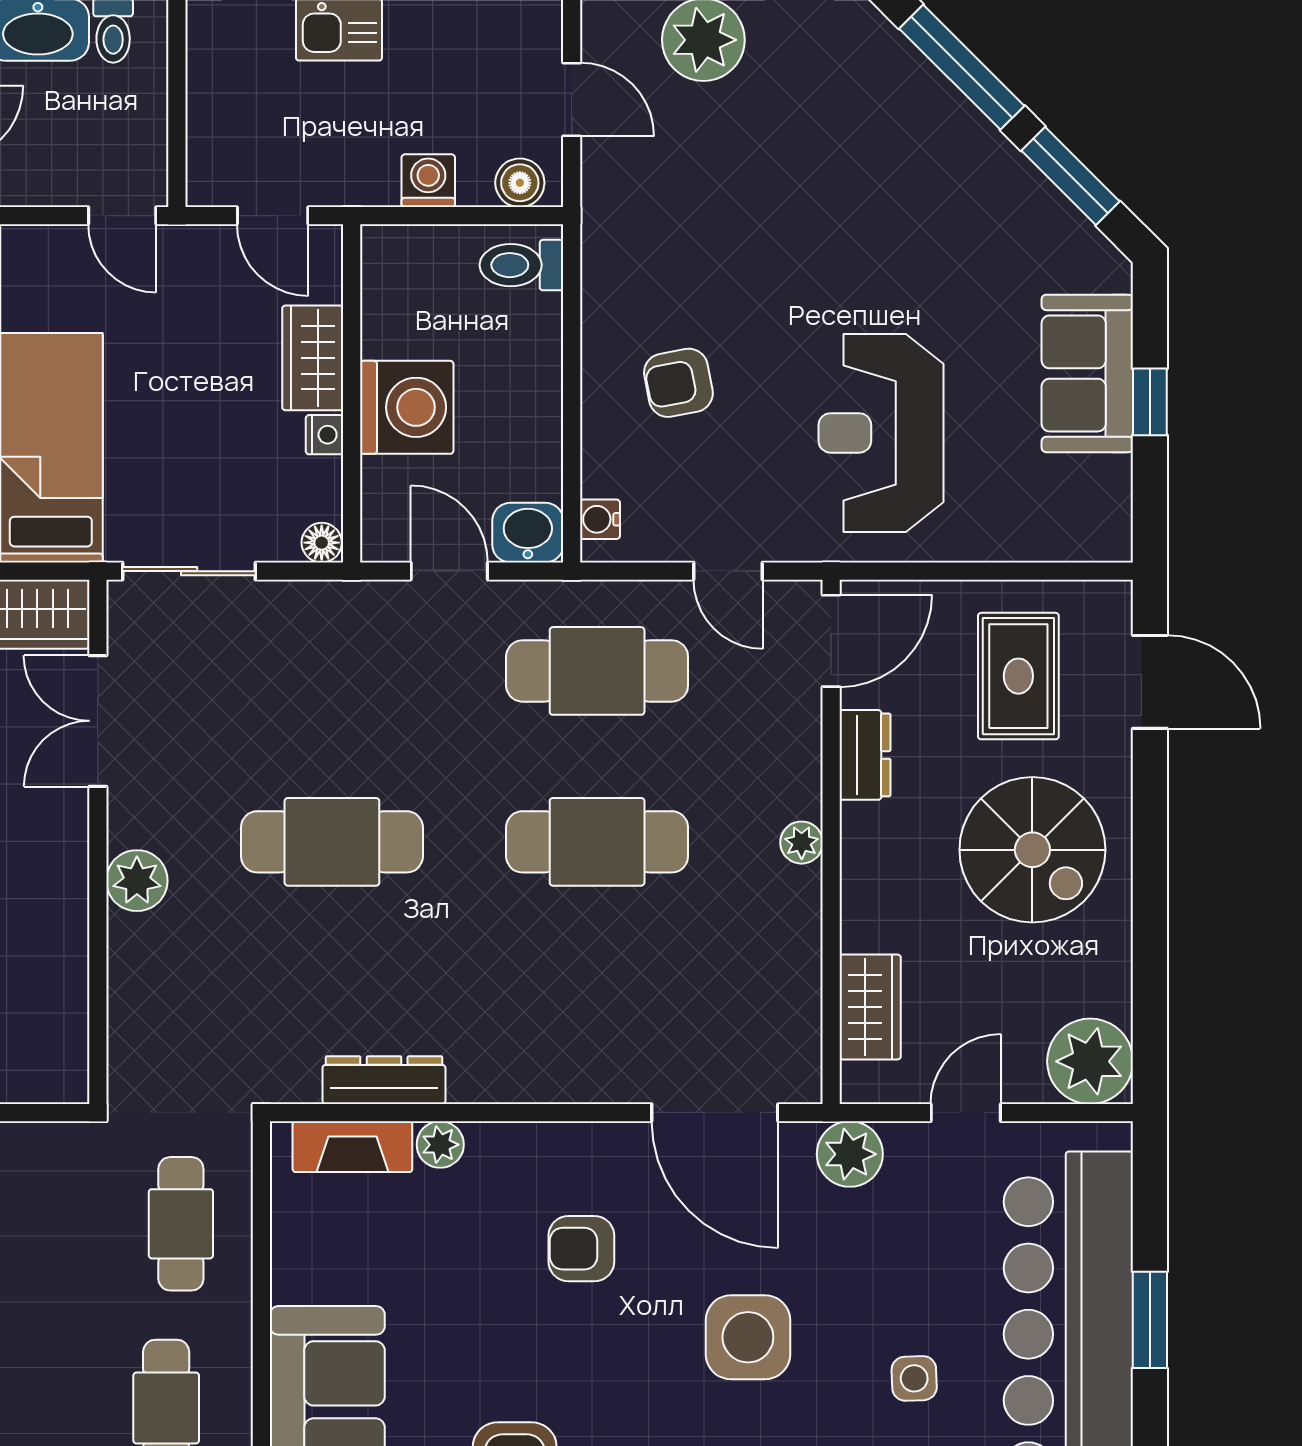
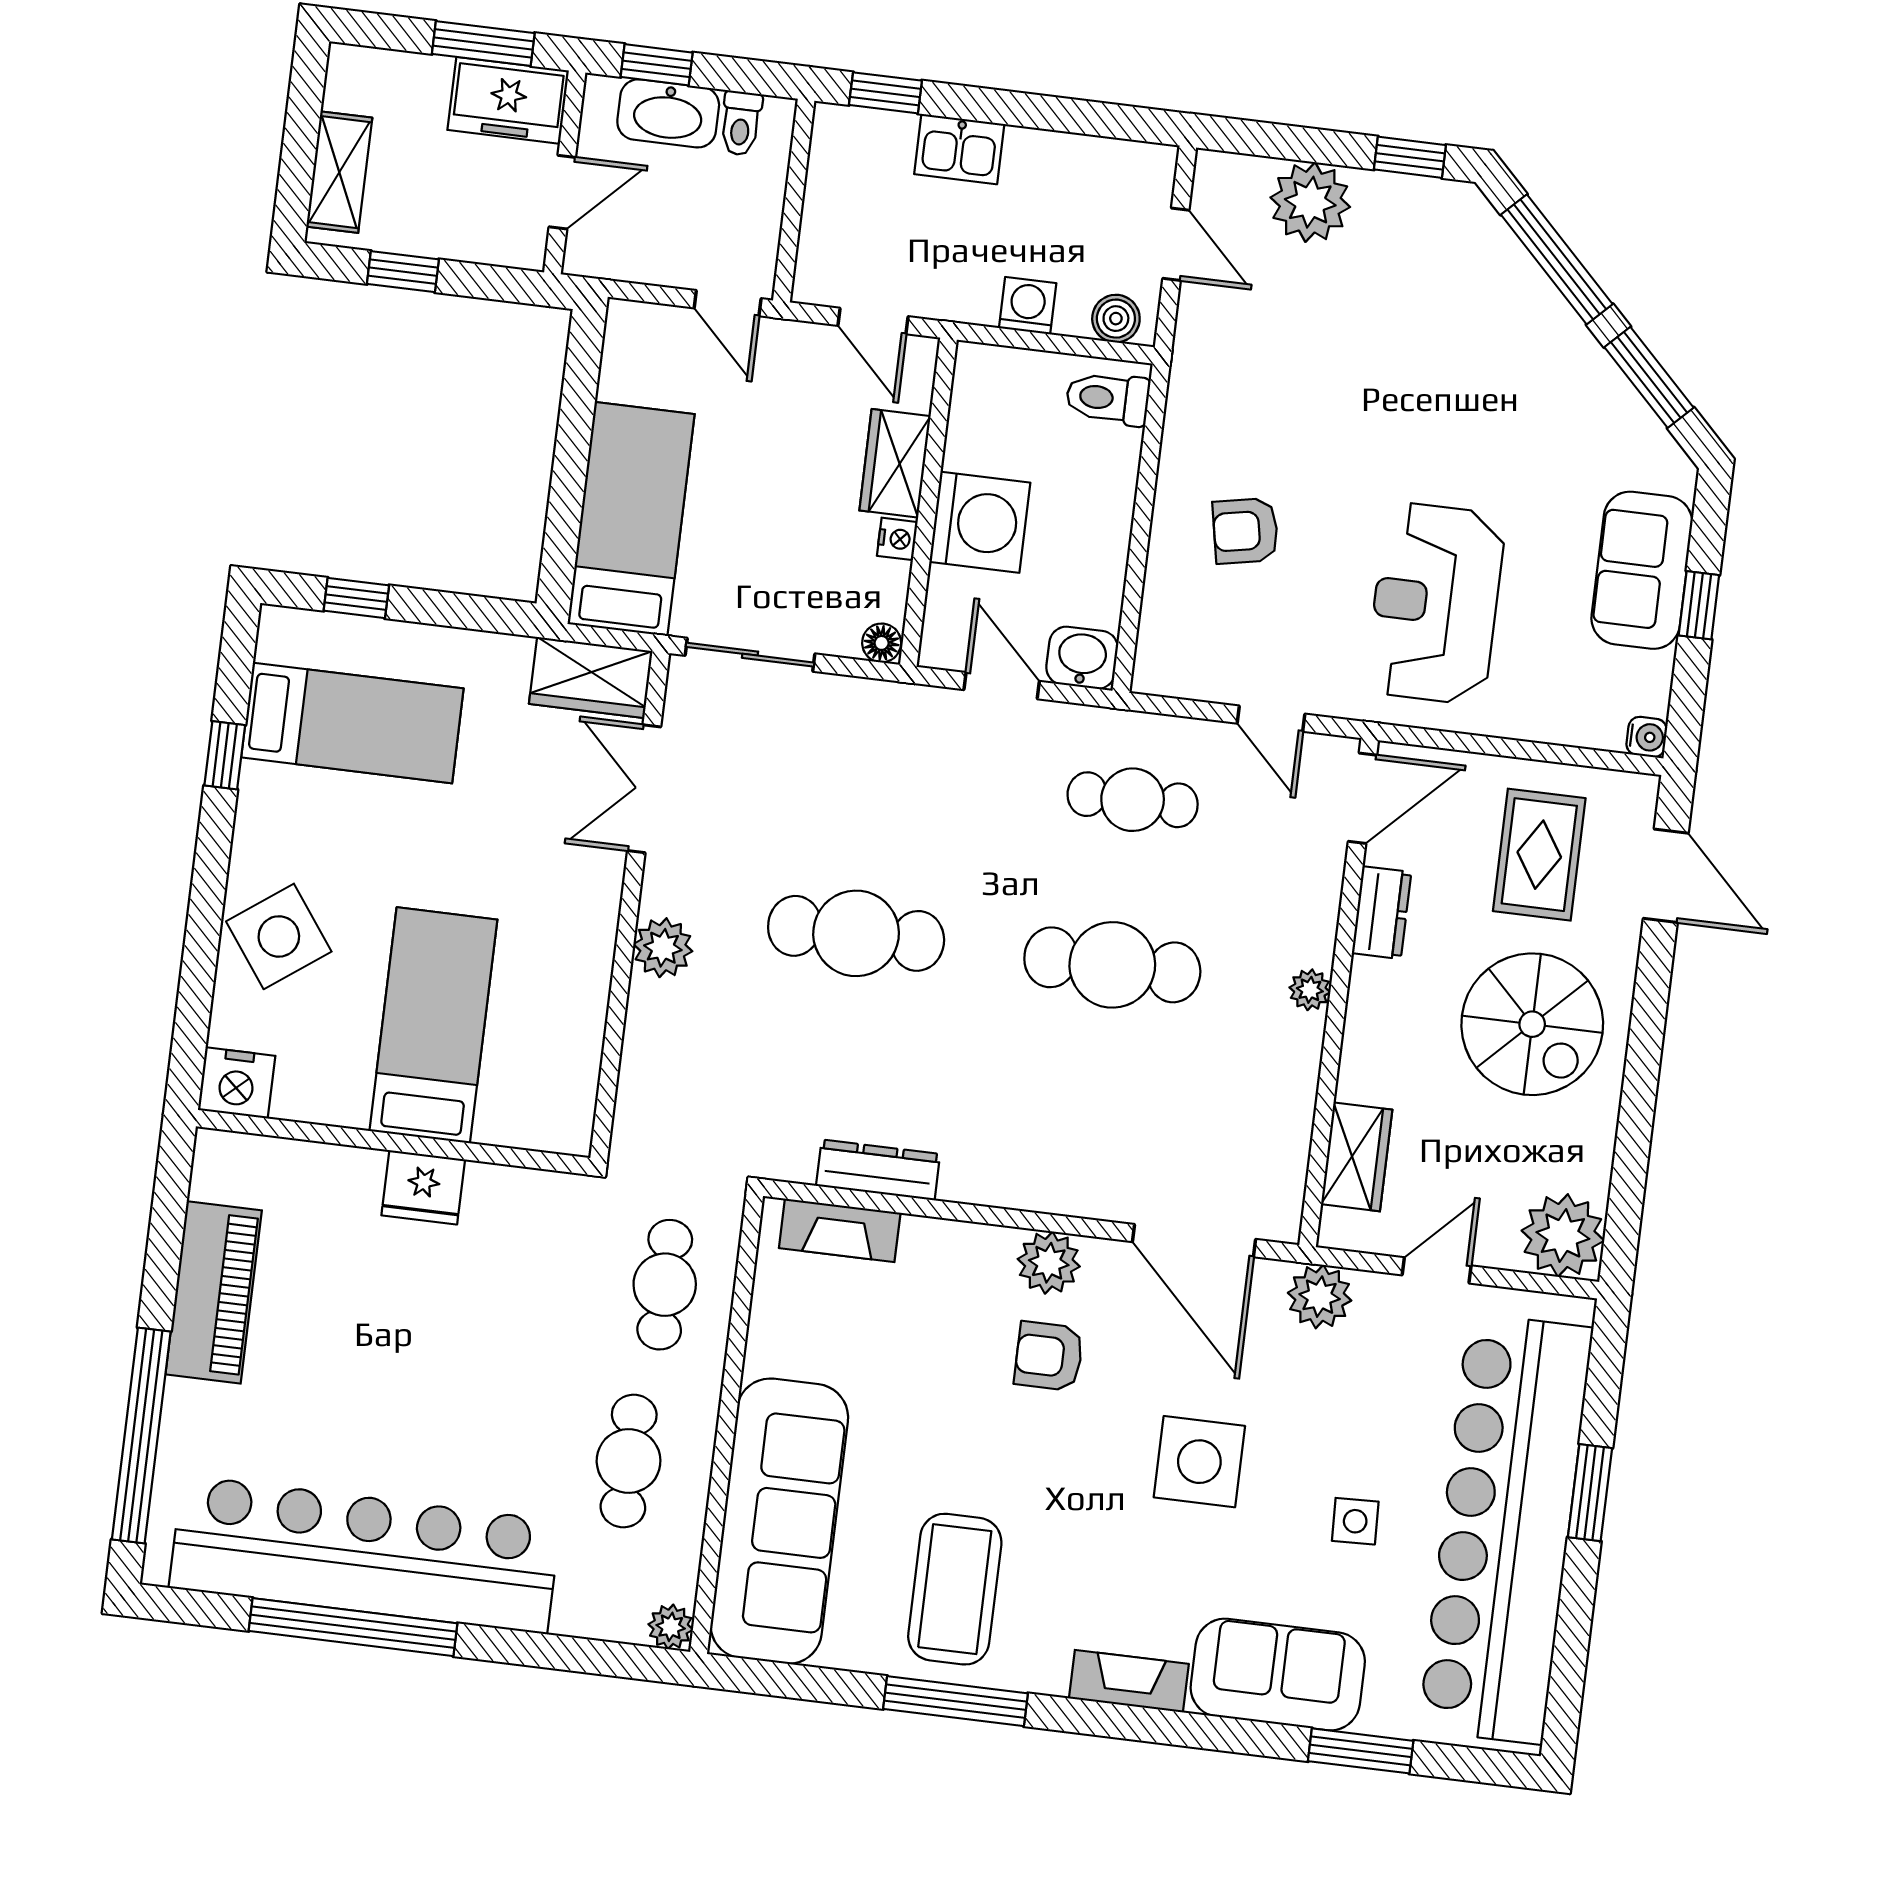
water cooler: (600, 519) -> (1647, 737), moved, turned 180
cafe table: (597, 671) -> (1133, 800), width x0.73, depth x0.74
plant: (440, 1145) -> (1049, 1263), moved, width x1.38, depth x1.38

